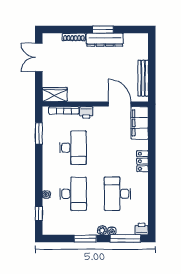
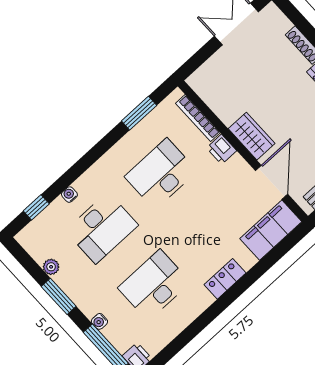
wardrobe: (55, 95) -> (252, 136), moved
desk: (73, 148) -> (161, 174), turned 180
plant: (102, 230) -> (51, 267), moved

